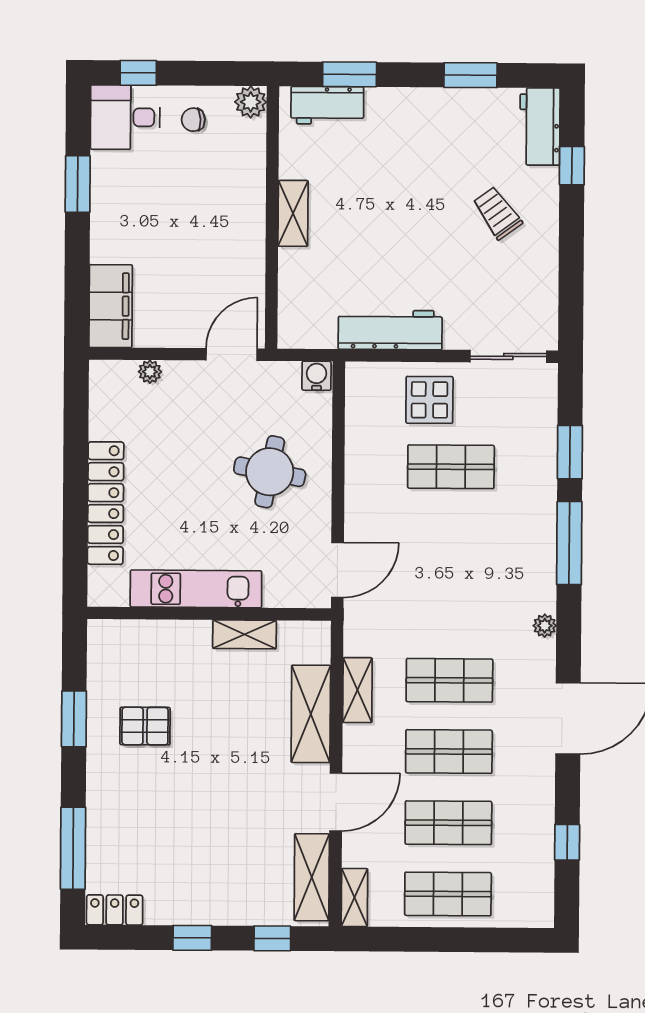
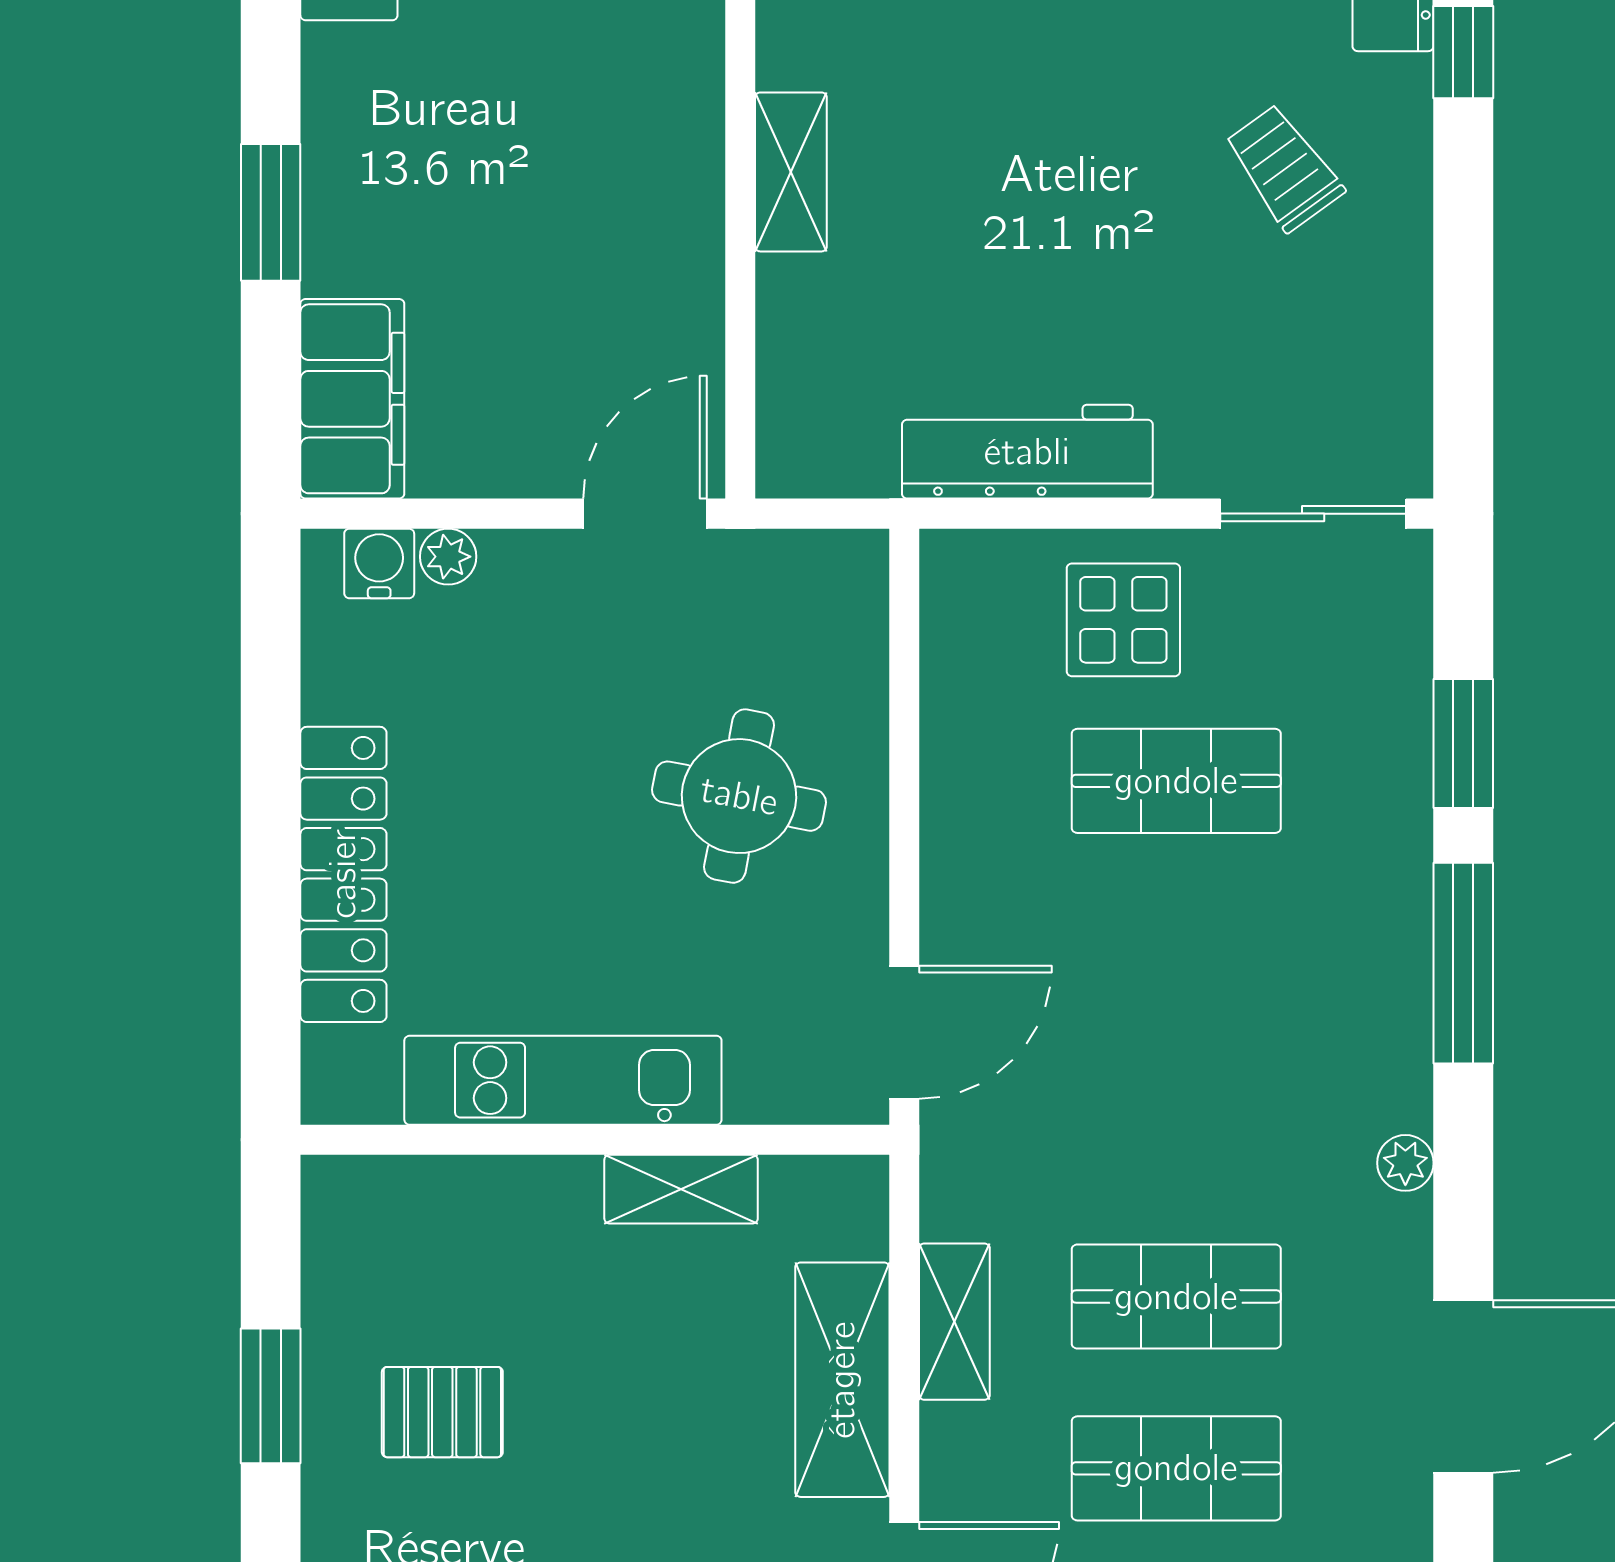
window: (78, 184) -> (271, 212), moved
water cooler: (316, 376) -> (379, 563), moved

